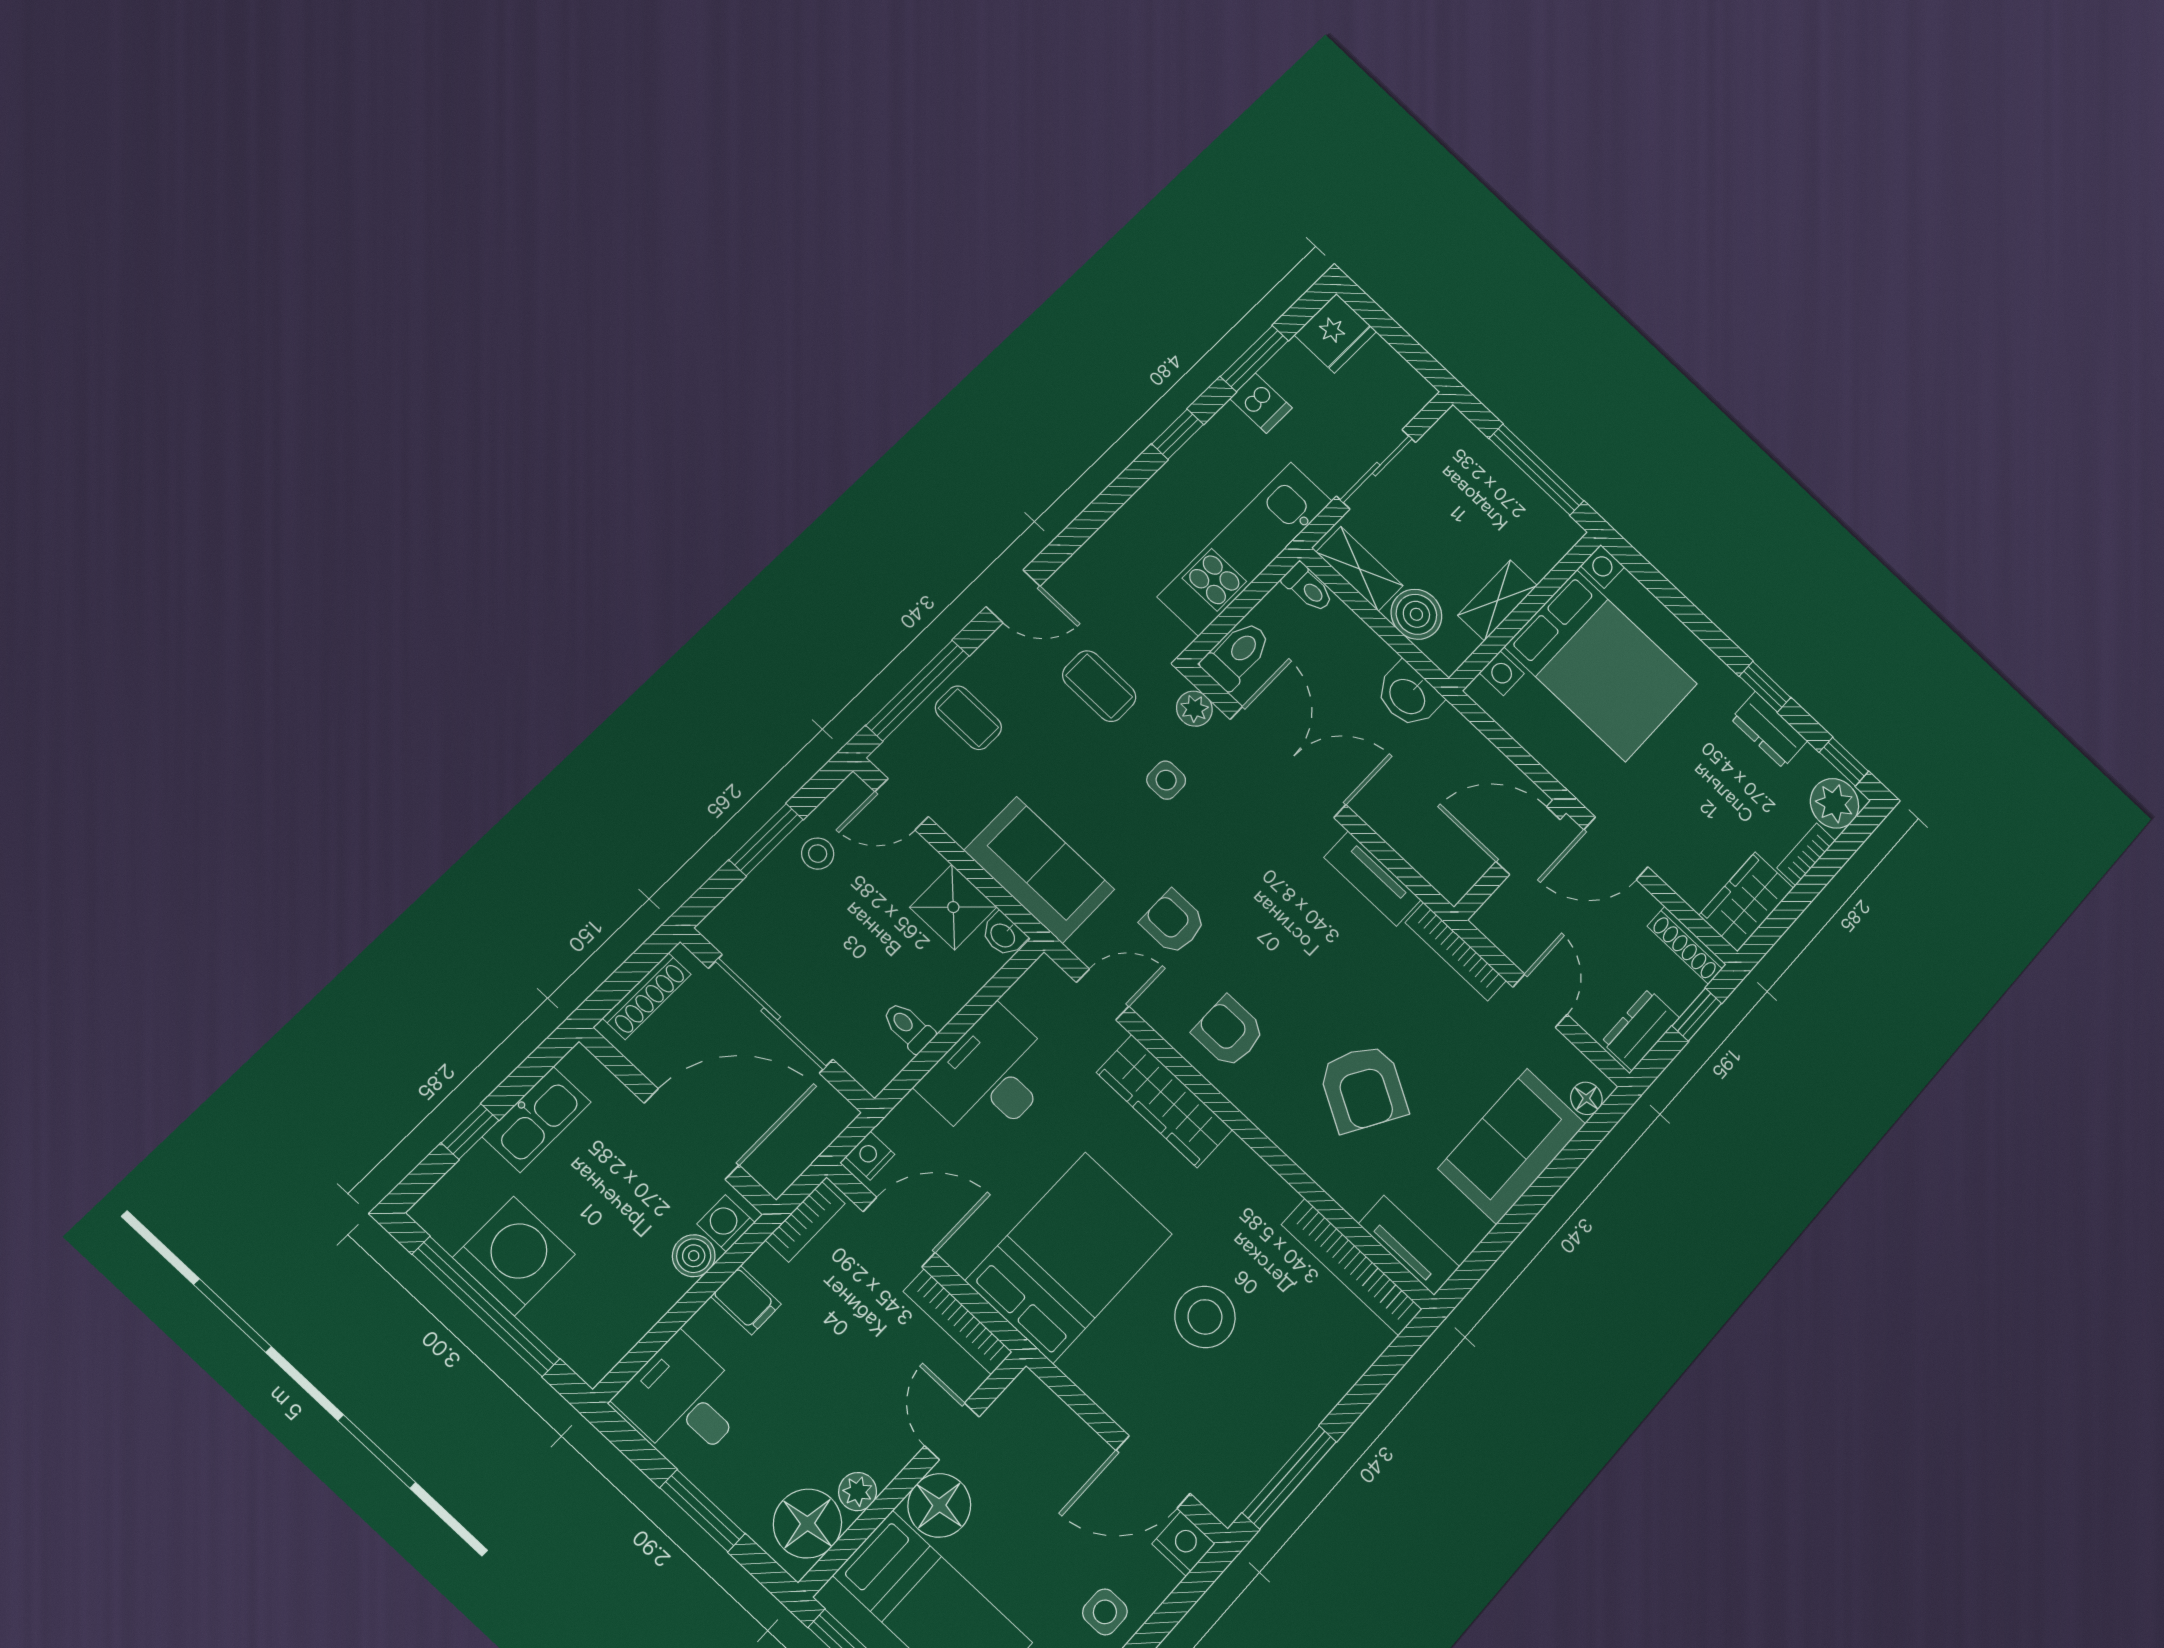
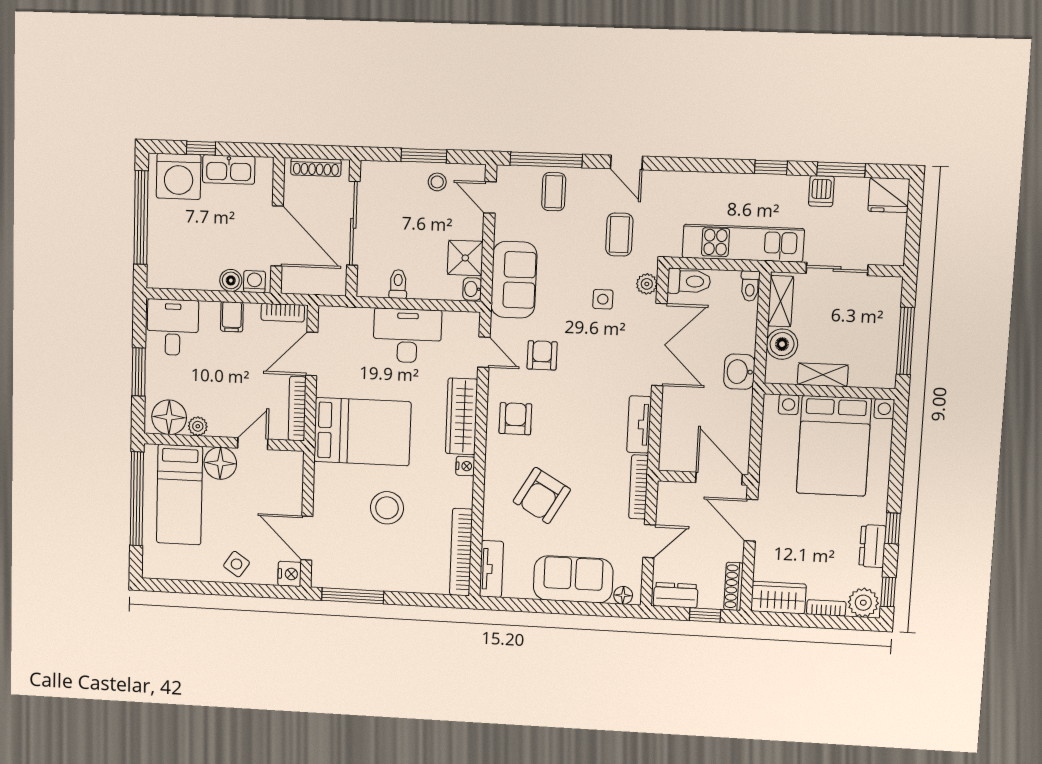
nightstand: (870, 1156) -> (465, 466), moved, turned 90
door: (899, 1232) -> (312, 354), swing flipped
washing machine: (514, 1256) -> (179, 176), moved, turned 90
side table: (1105, 1612) -> (237, 564), turned 34

